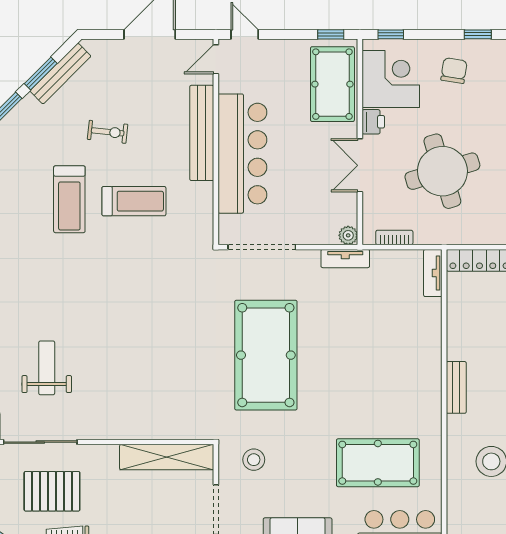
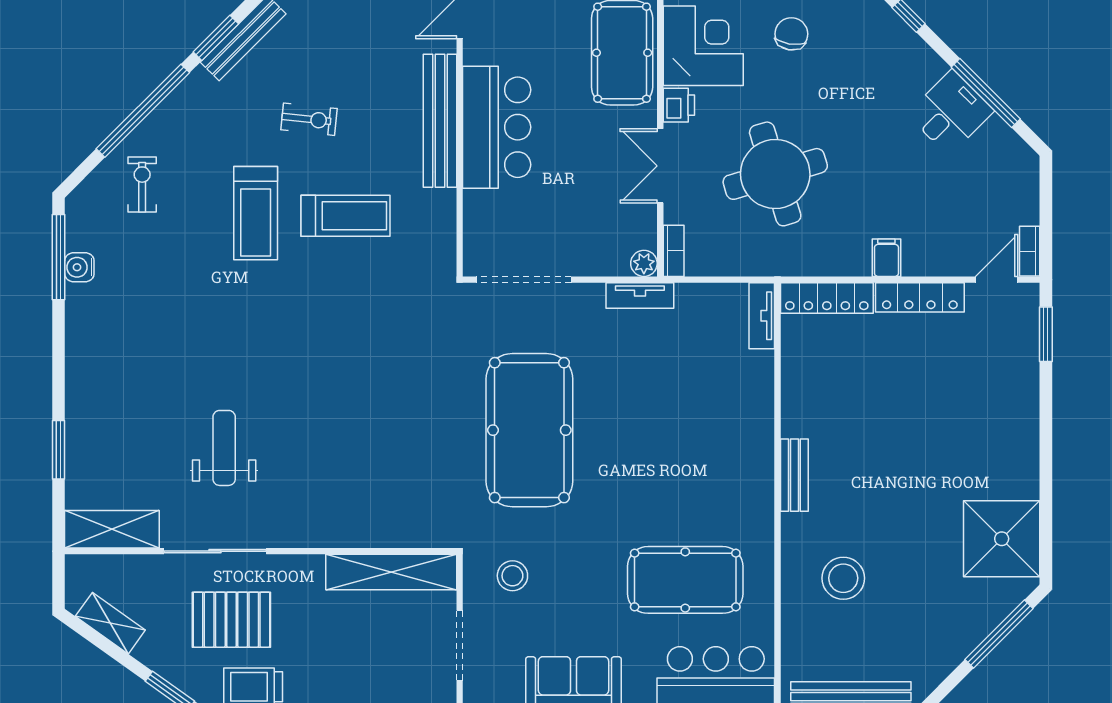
bar counter: (242, 154) -> (497, 127), width x0.73
bookcase: (394, 237) -> (674, 251), moved, turned 90

